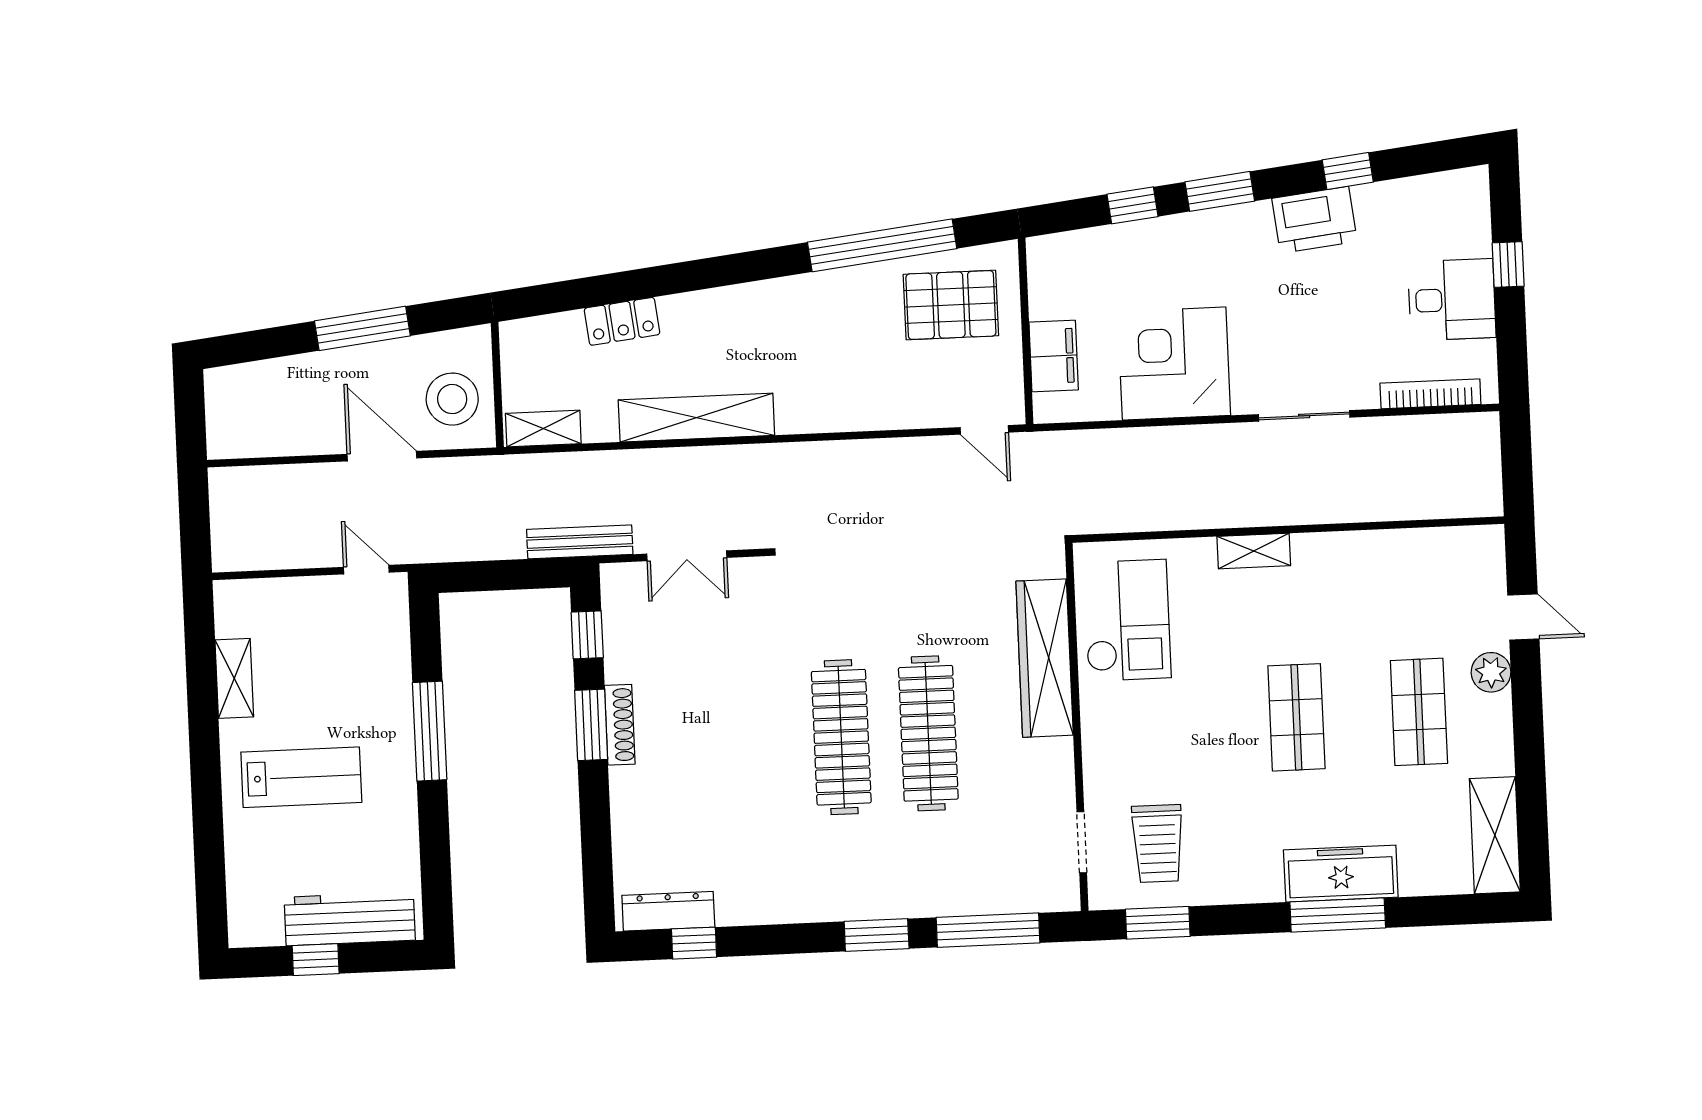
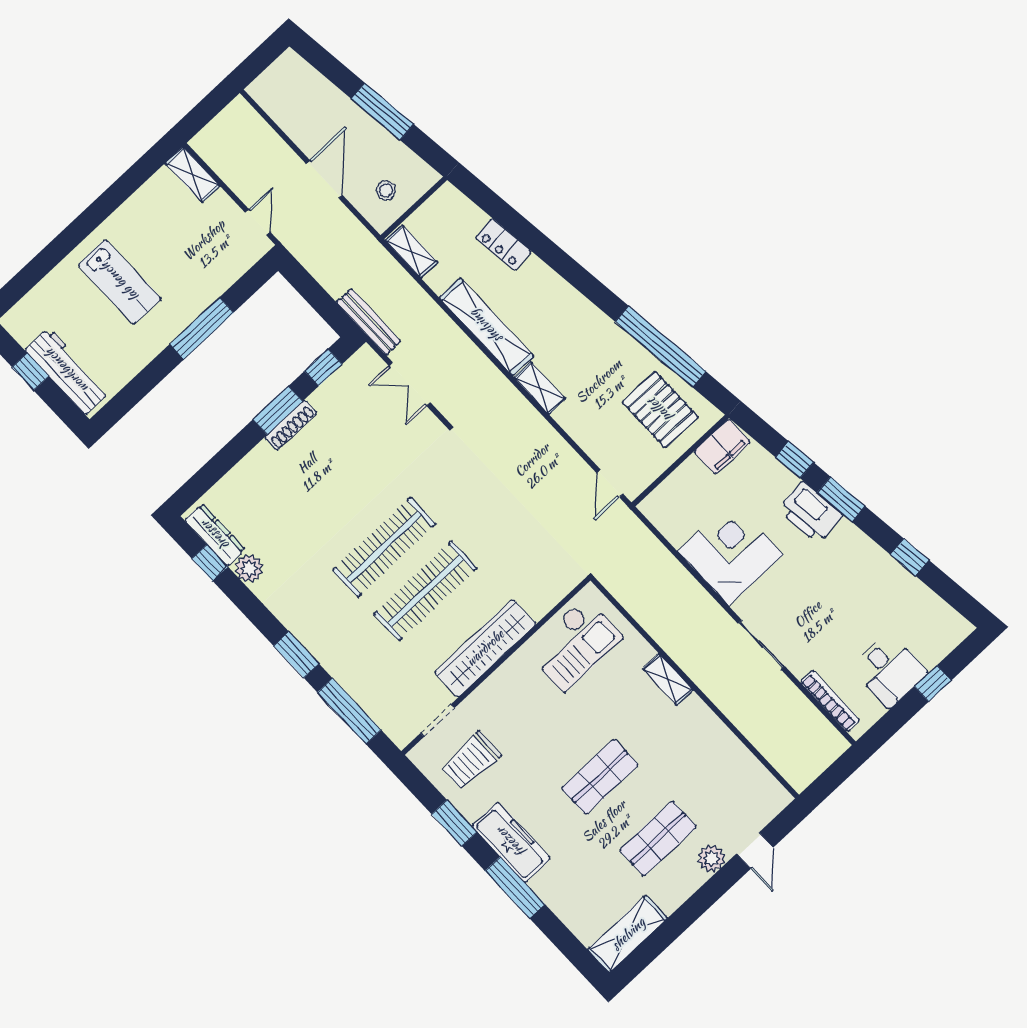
printer: (1314, 220) -> (811, 512), moved
filing cabinet: (1054, 356) -> (722, 447), moved
stool: (452, 399) -> (386, 190), width x0.53, depth x0.53
shelving: (814, 417) -> (540, 388), added
wardrobe: (1045, 658) -> (485, 648), moved
shelving: (234, 678) -> (192, 174), moved, turned 90
freezer: (1341, 874) -> (511, 842), moved
plant: (737, 905) -> (249, 568), added
window: (1158, 923) -> (454, 823), moved

